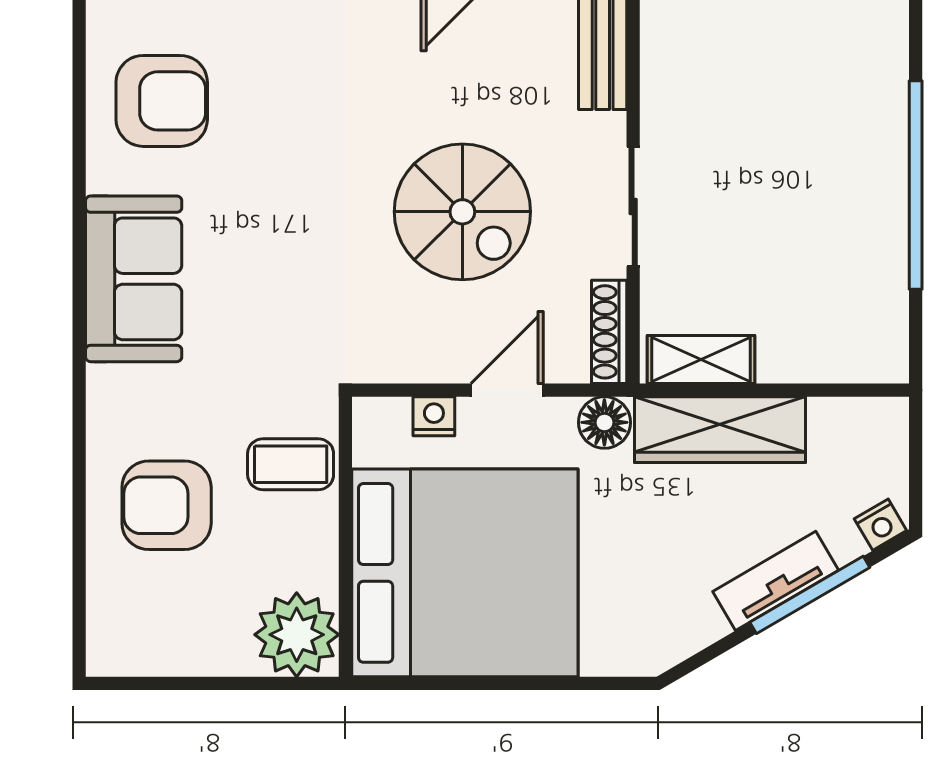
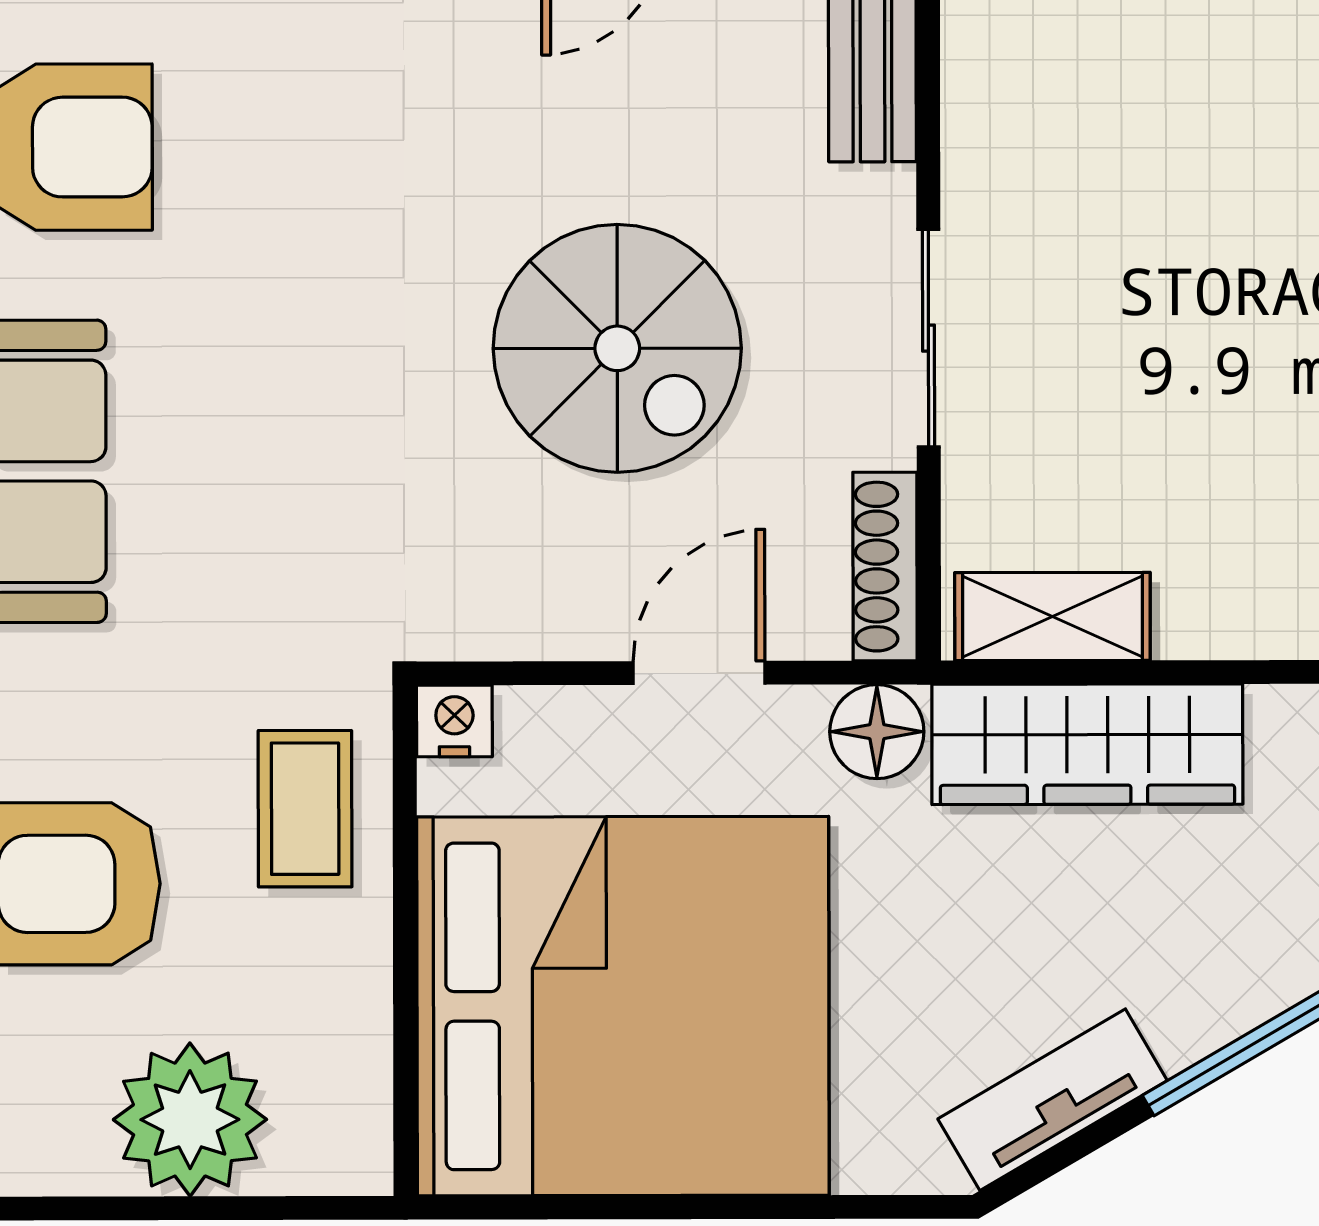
nightstand: (434, 416) -> (454, 721), moved
coffee table: (291, 464) -> (305, 809), turned 90
tv unit: (776, 581) -> (1053, 1100), moved
plant: (297, 635) -> (190, 1120), moved

